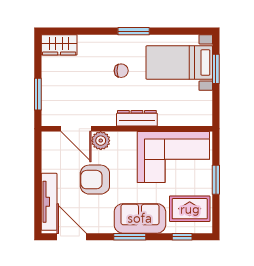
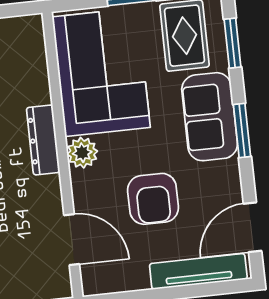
door: (76, 129) -> (72, 240), hinge flipped
plant: (101, 141) -> (82, 153), moved
window: (182, 237) -> (233, 43), width x1.50

